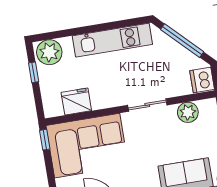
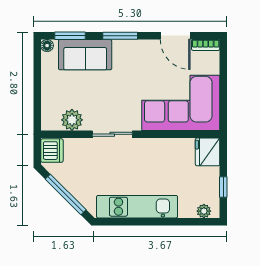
plant: (49, 52) -> (204, 211), width x0.53, depth x0.53
fridge: (76, 101) -> (208, 152), moved, turned 90
window: (45, 140) -> (223, 116), removed

